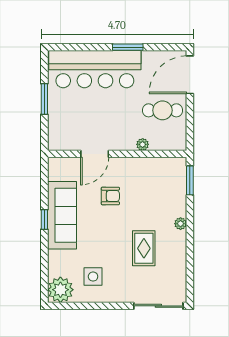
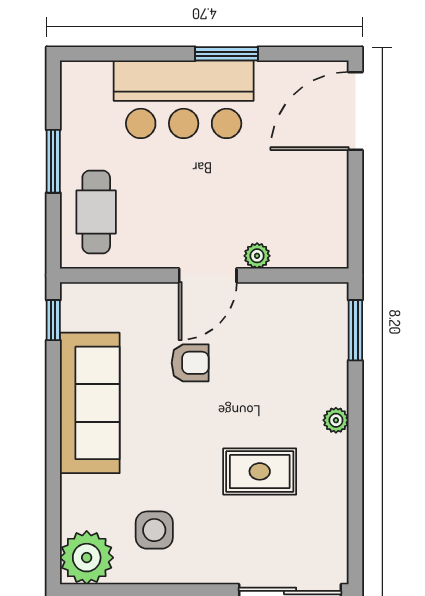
bar counter: (95, 69) -> (184, 99), width x0.73
cafe table: (162, 110) -> (96, 212), moved, turned 90
door: (95, 154) -> (208, 275), moved
window: (44, 219) -> (53, 320), moved
rug: (144, 248) -> (260, 471), turned 90

